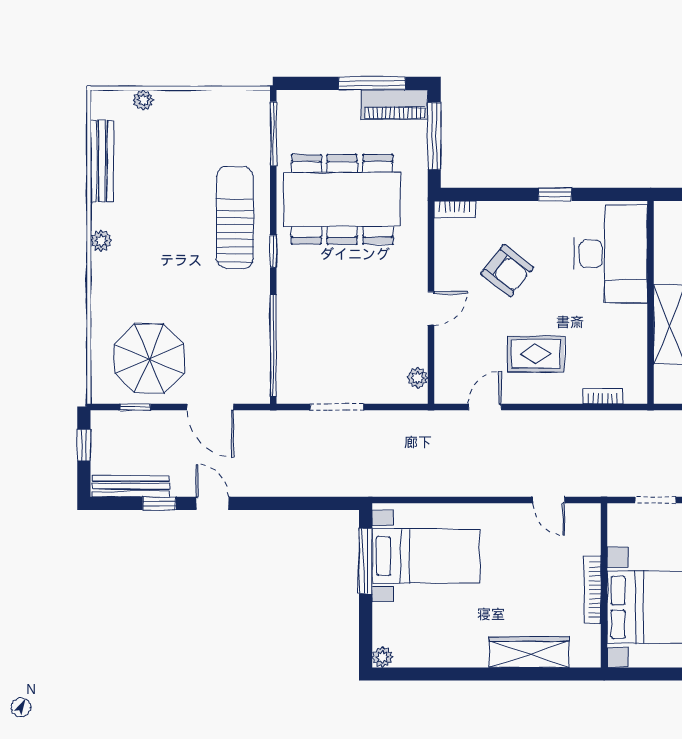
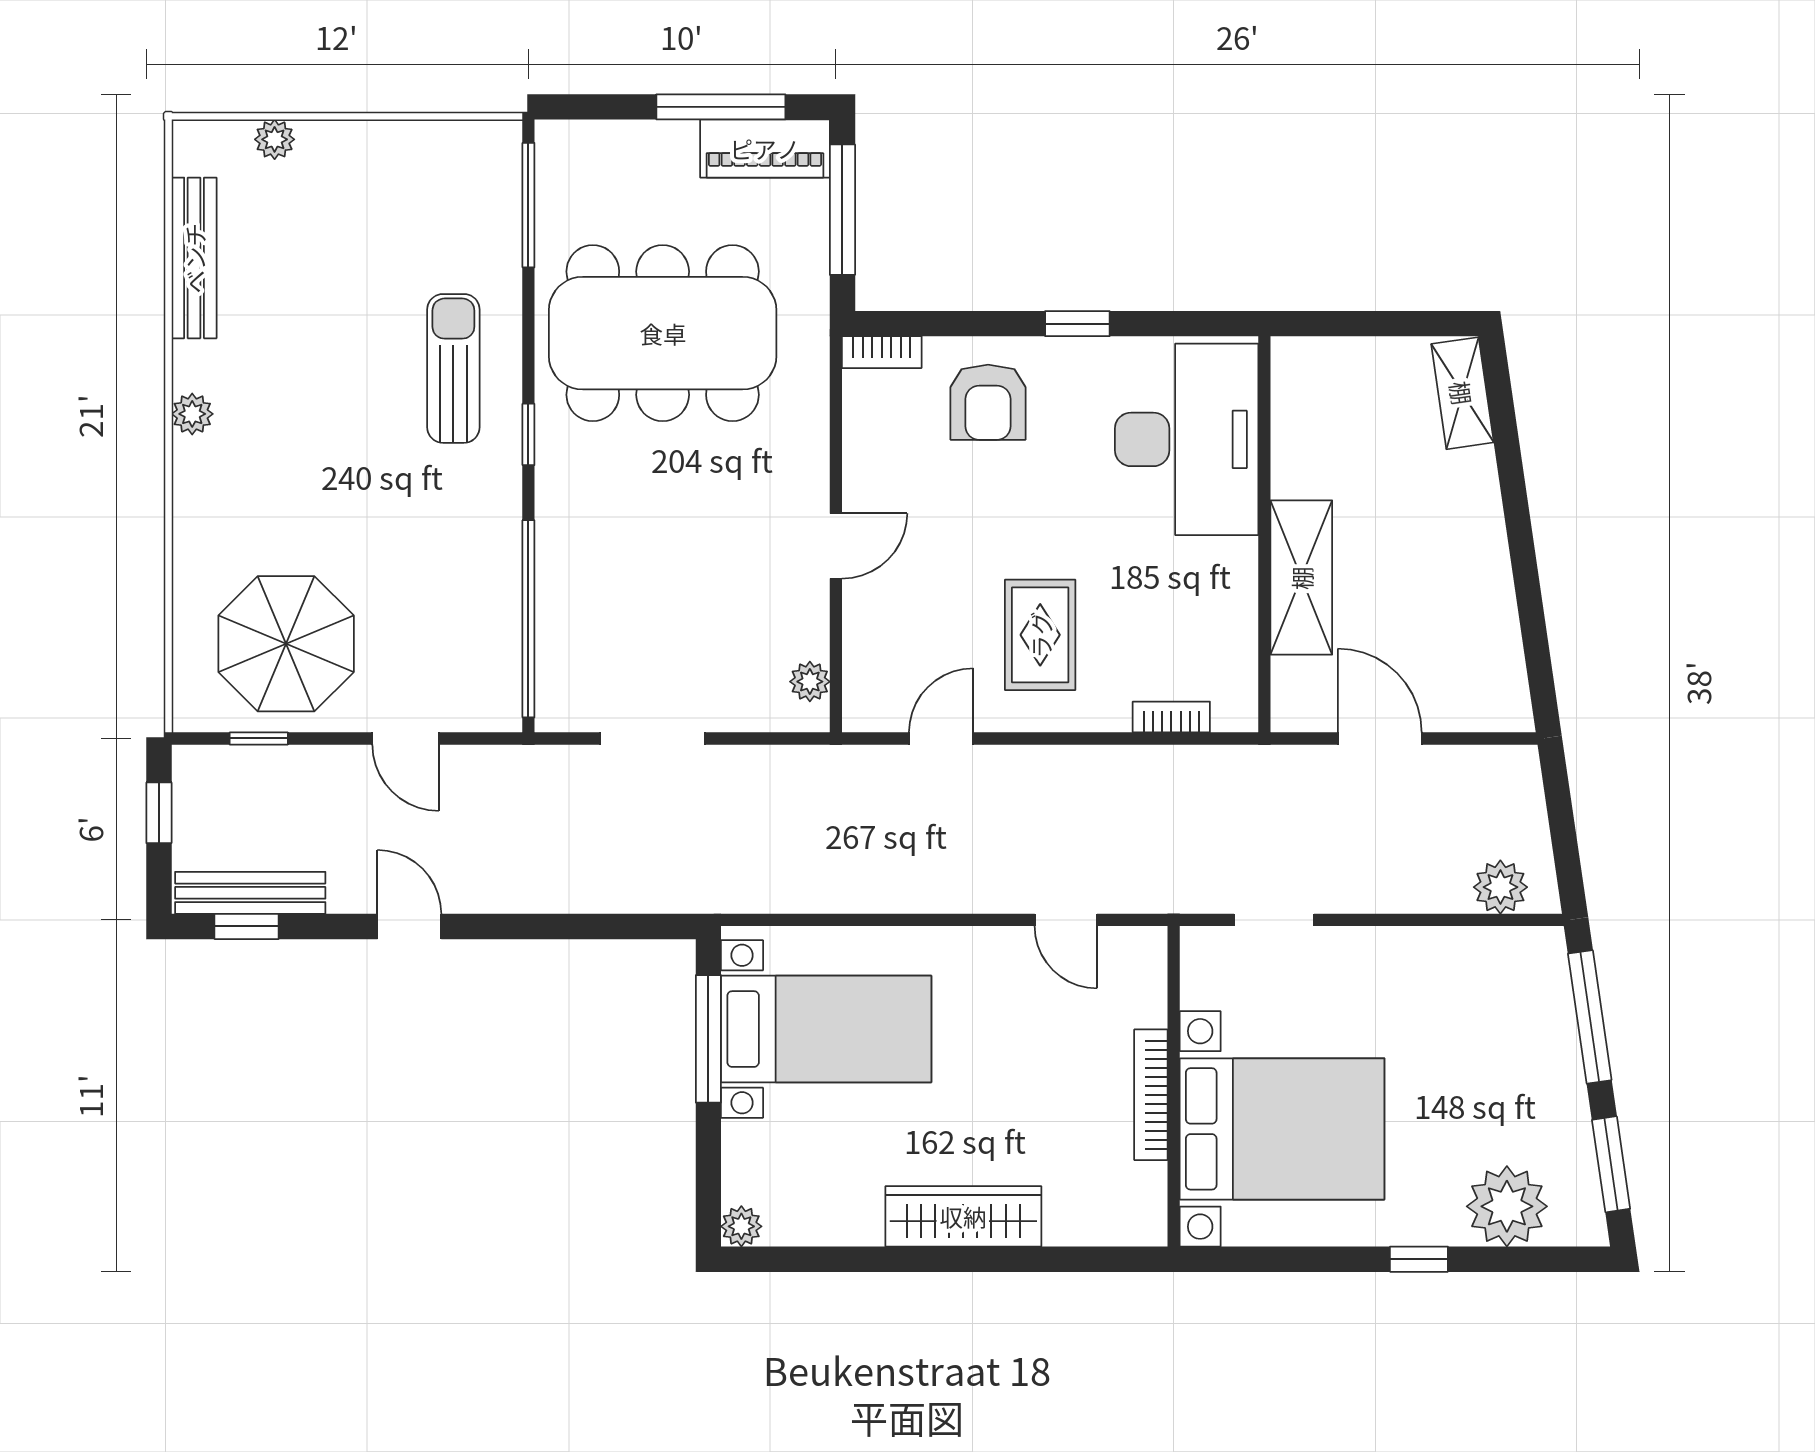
sun lounger: (235, 217) -> (453, 368), width x0.73, depth x0.75
armchair: (507, 271) -> (988, 402), moved, turned 52
rug: (536, 354) -> (1040, 635), turned 90
door: (210, 407) -> (406, 738), width x0.73
window: (159, 503) -> (247, 926), moved
wardrobe: (529, 652) -> (963, 1216), moved

